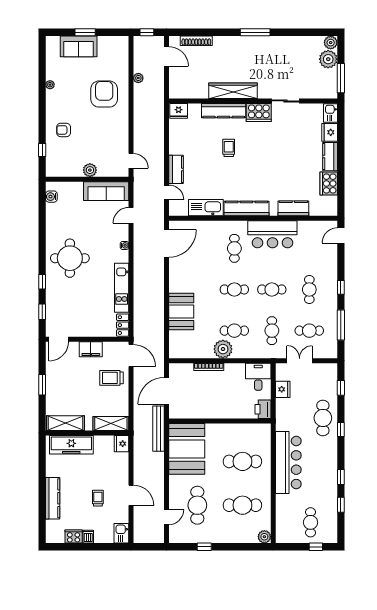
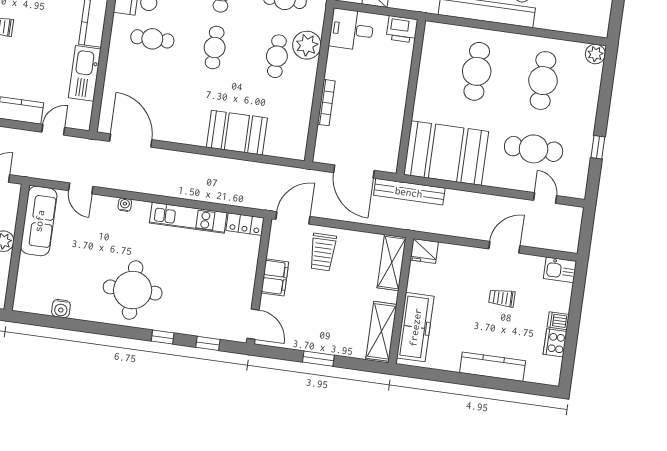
water cooler: (51, 197) -> (61, 309), moved
plant: (223, 349) -> (307, 45), moved

